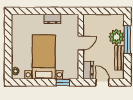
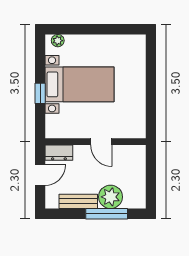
dresser: (52, 19) -> (139, 98), removed
window: (63, 82) -> (40, 93), moved

